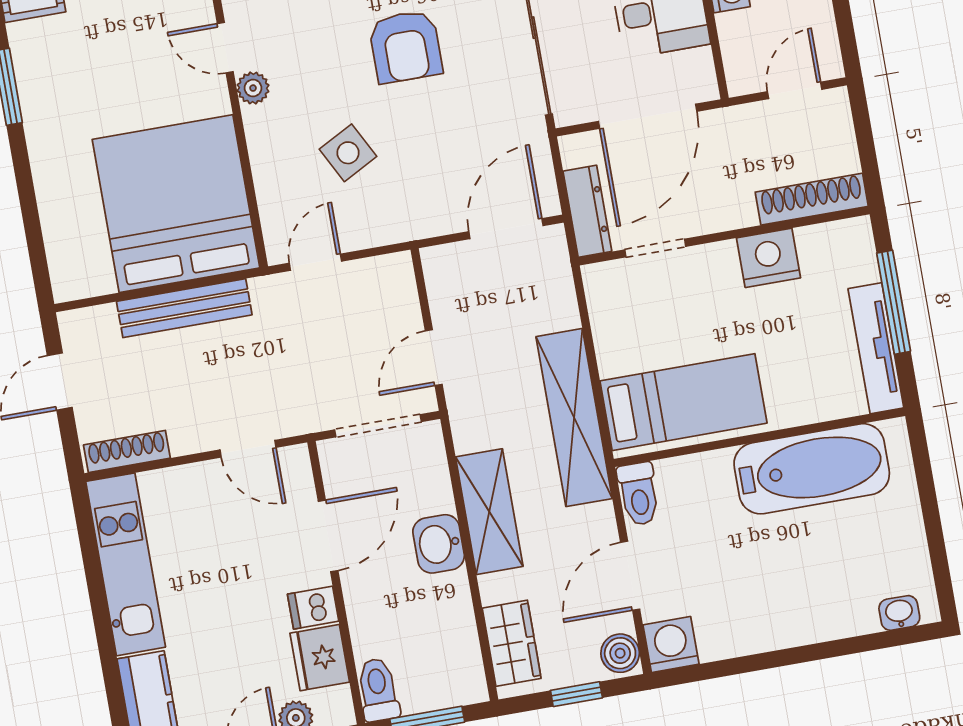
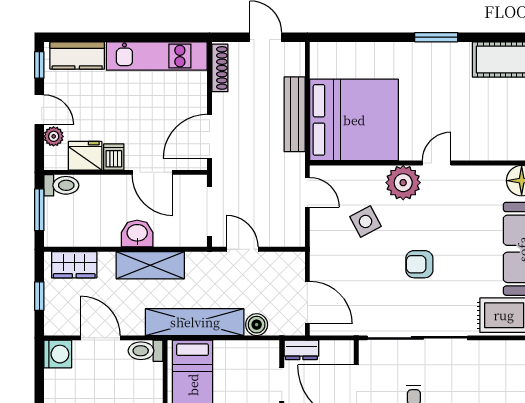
armchair: (405, 47) -> (419, 264), width x0.72, depth x0.72
plant: (253, 88) -> (403, 183), width x1.88, depth x1.88
dresser: (587, 211) -> (301, 350), width x0.70
door: (248, 449) -> (209, 136), width x1.38
boiler: (620, 653) -> (257, 325), moved

